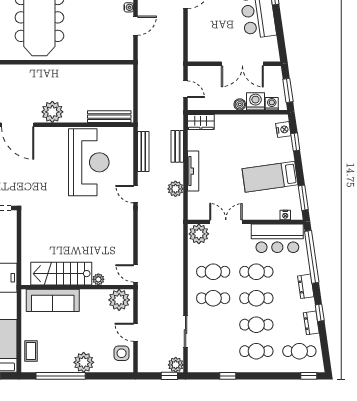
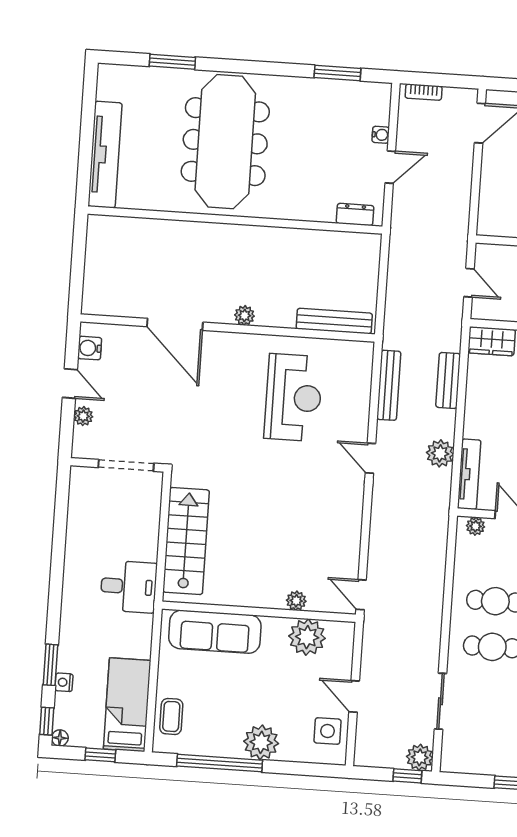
dresser: (117, 54) -> (355, 214), added
plant: (52, 112) -> (245, 315), width x0.53, depth x0.53
reception desk: (89, 162) -> (293, 398), width x0.74, depth x0.77
tv unit: (193, 171) -> (469, 474), moved
plant: (199, 234) -> (475, 526), width x0.53, depth x0.53
stairs: (61, 274) -> (186, 541), moved, turned 90
plant: (119, 300) -> (307, 637), moved

